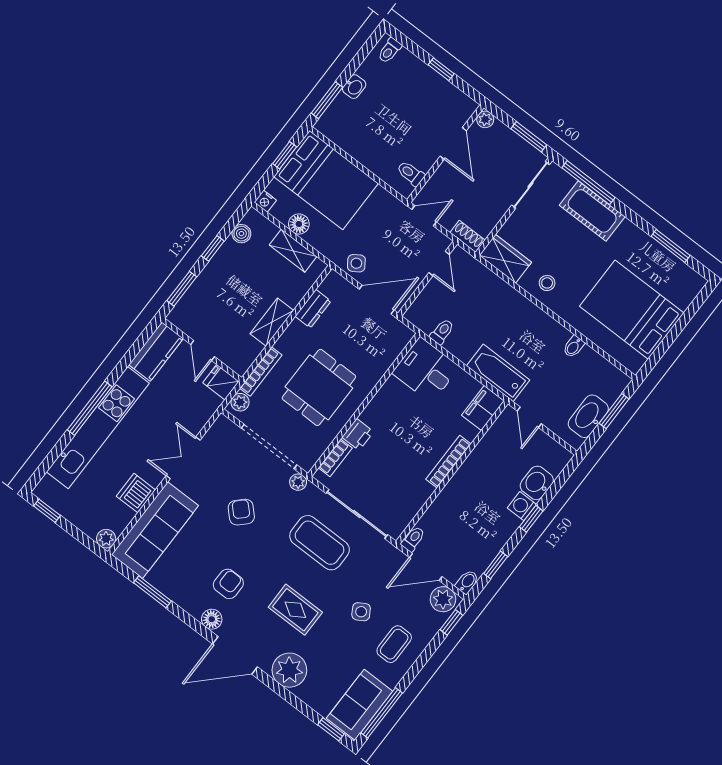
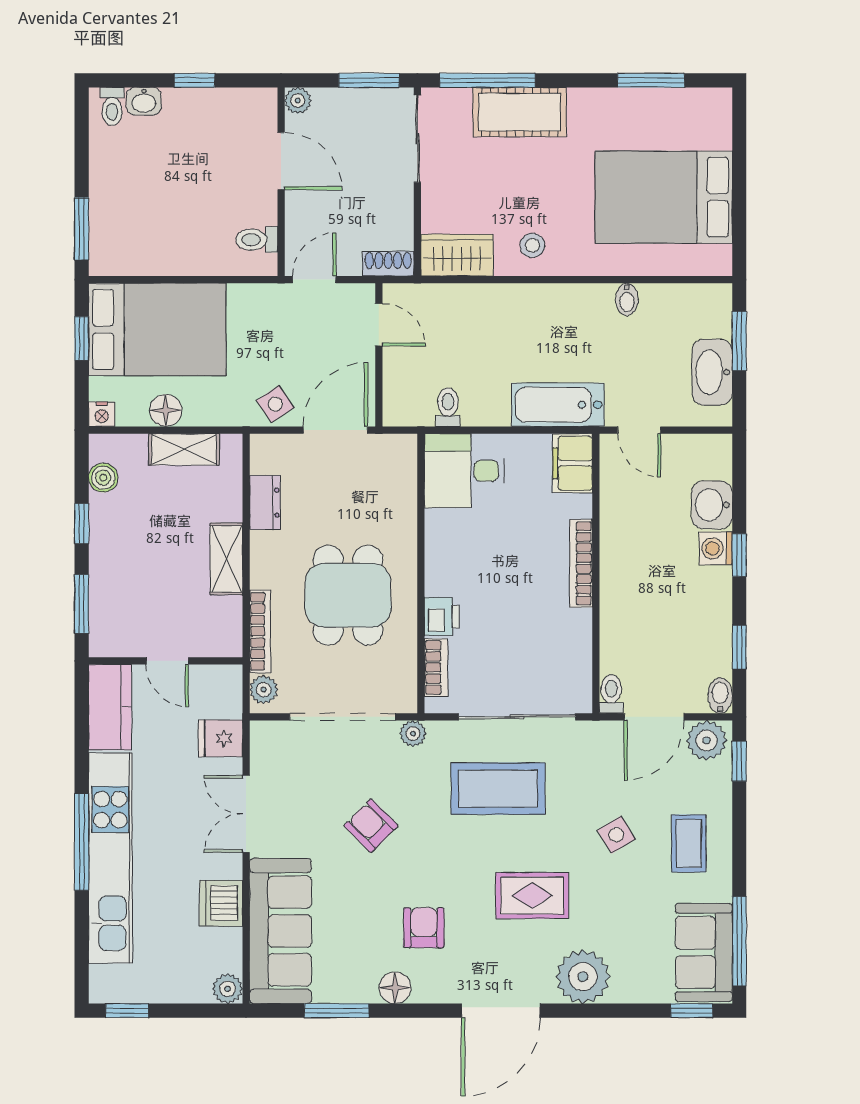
washbasin: (354, 87) -> (144, 101), moved, turned 90
fridge: (221, 382) -> (220, 738), moved
floor lamp: (212, 619) -> (395, 988), moved

